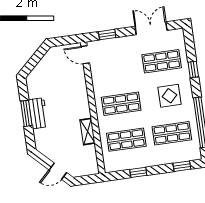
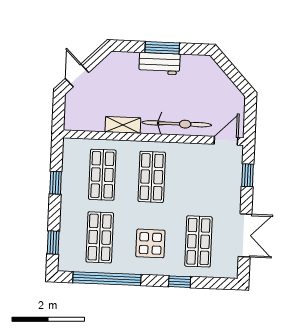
bicycle: (79, 93) -> (177, 124), added

